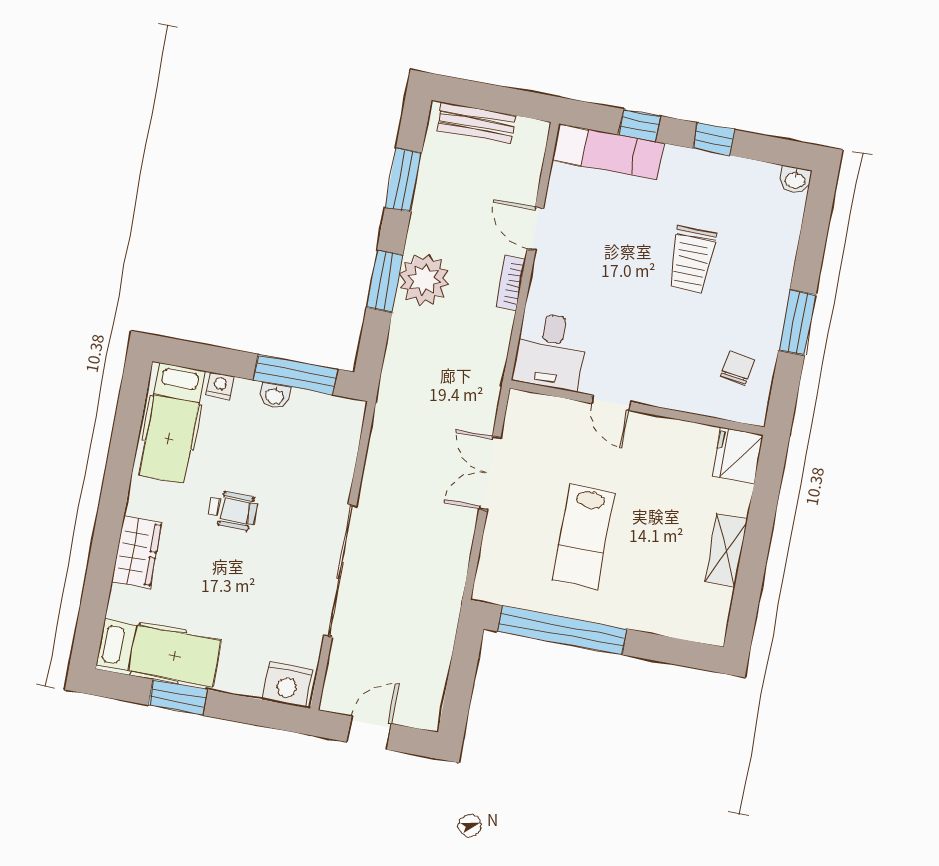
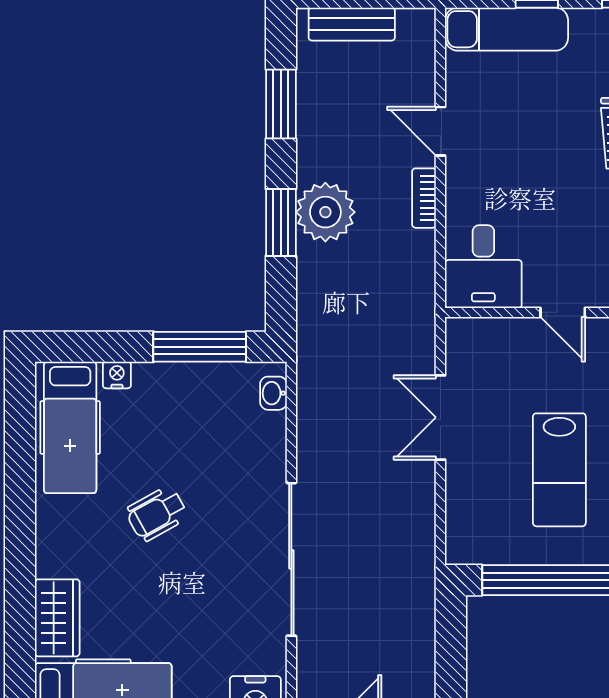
washbasin: (275, 396) -> (273, 393), moved, turned 90
wheelchair: (232, 510) -> (157, 514), turned 151
wardrobe: (137, 552) -> (57, 618), moved

